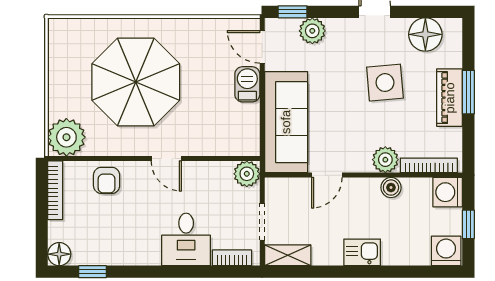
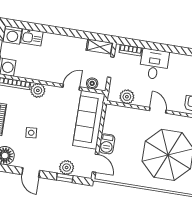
window: (293, 12) -> (65, 178), moved
side table: (385, 83) -> (31, 133), width x0.54, depth x0.54
plant: (247, 174) -> (127, 97), moved
boiler: (391, 188) -> (92, 83), moved
kitchen sink: (362, 252) -> (32, 37), moved

